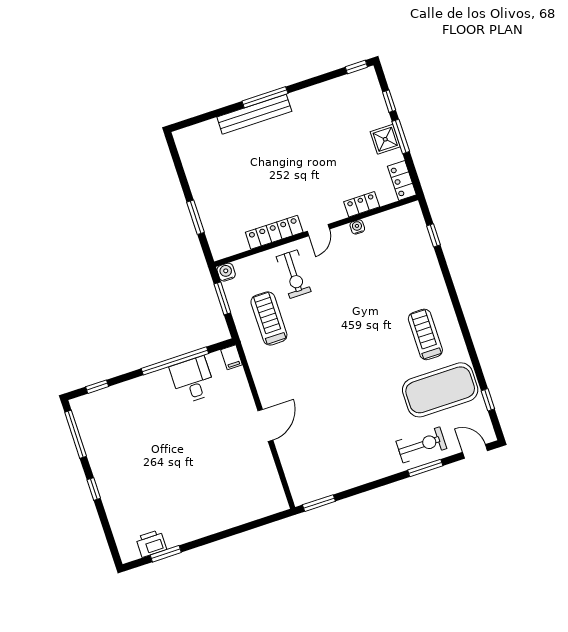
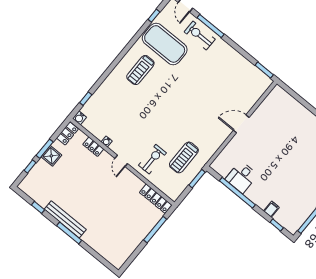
window: (356, 67) -> (38, 207), moved
bench: (254, 114) -> (65, 219), moved
window: (196, 217) -> (155, 230), width x1.44
door: (318, 230) -> (121, 161), swing flipped
locker: (274, 232) -> (156, 199), moved
water cooler: (226, 272) -> (79, 118), moved
window: (222, 298) -> (197, 179), moved
filing cabinet: (232, 357) -> (271, 209), moved
window: (425, 468) -> (211, 26), width x1.44

